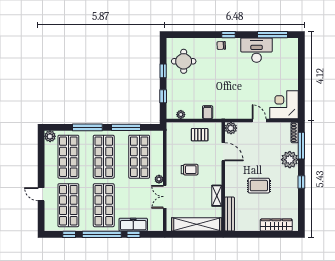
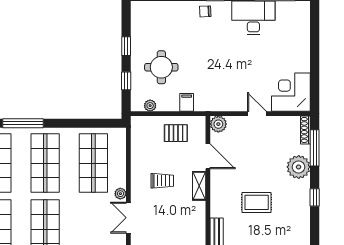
round table: (184, 61) -> (161, 67), moved
window: (126, 127) -> (75, 123), removed
shelving: (217, 196) -> (199, 186), moved

